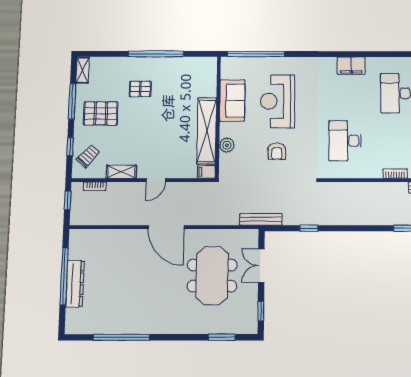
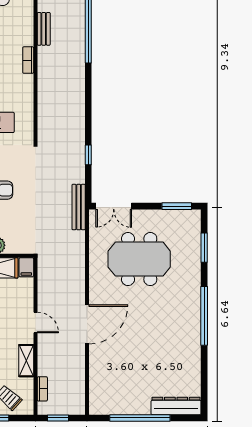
door: (166, 227) -> (87, 324), moved
double door: (261, 266) -> (114, 206), moved
dresser: (75, 284) -> (176, 406), moved
window: (261, 311) -> (177, 206), width x1.50
window: (121, 337) -> (204, 316), moved

